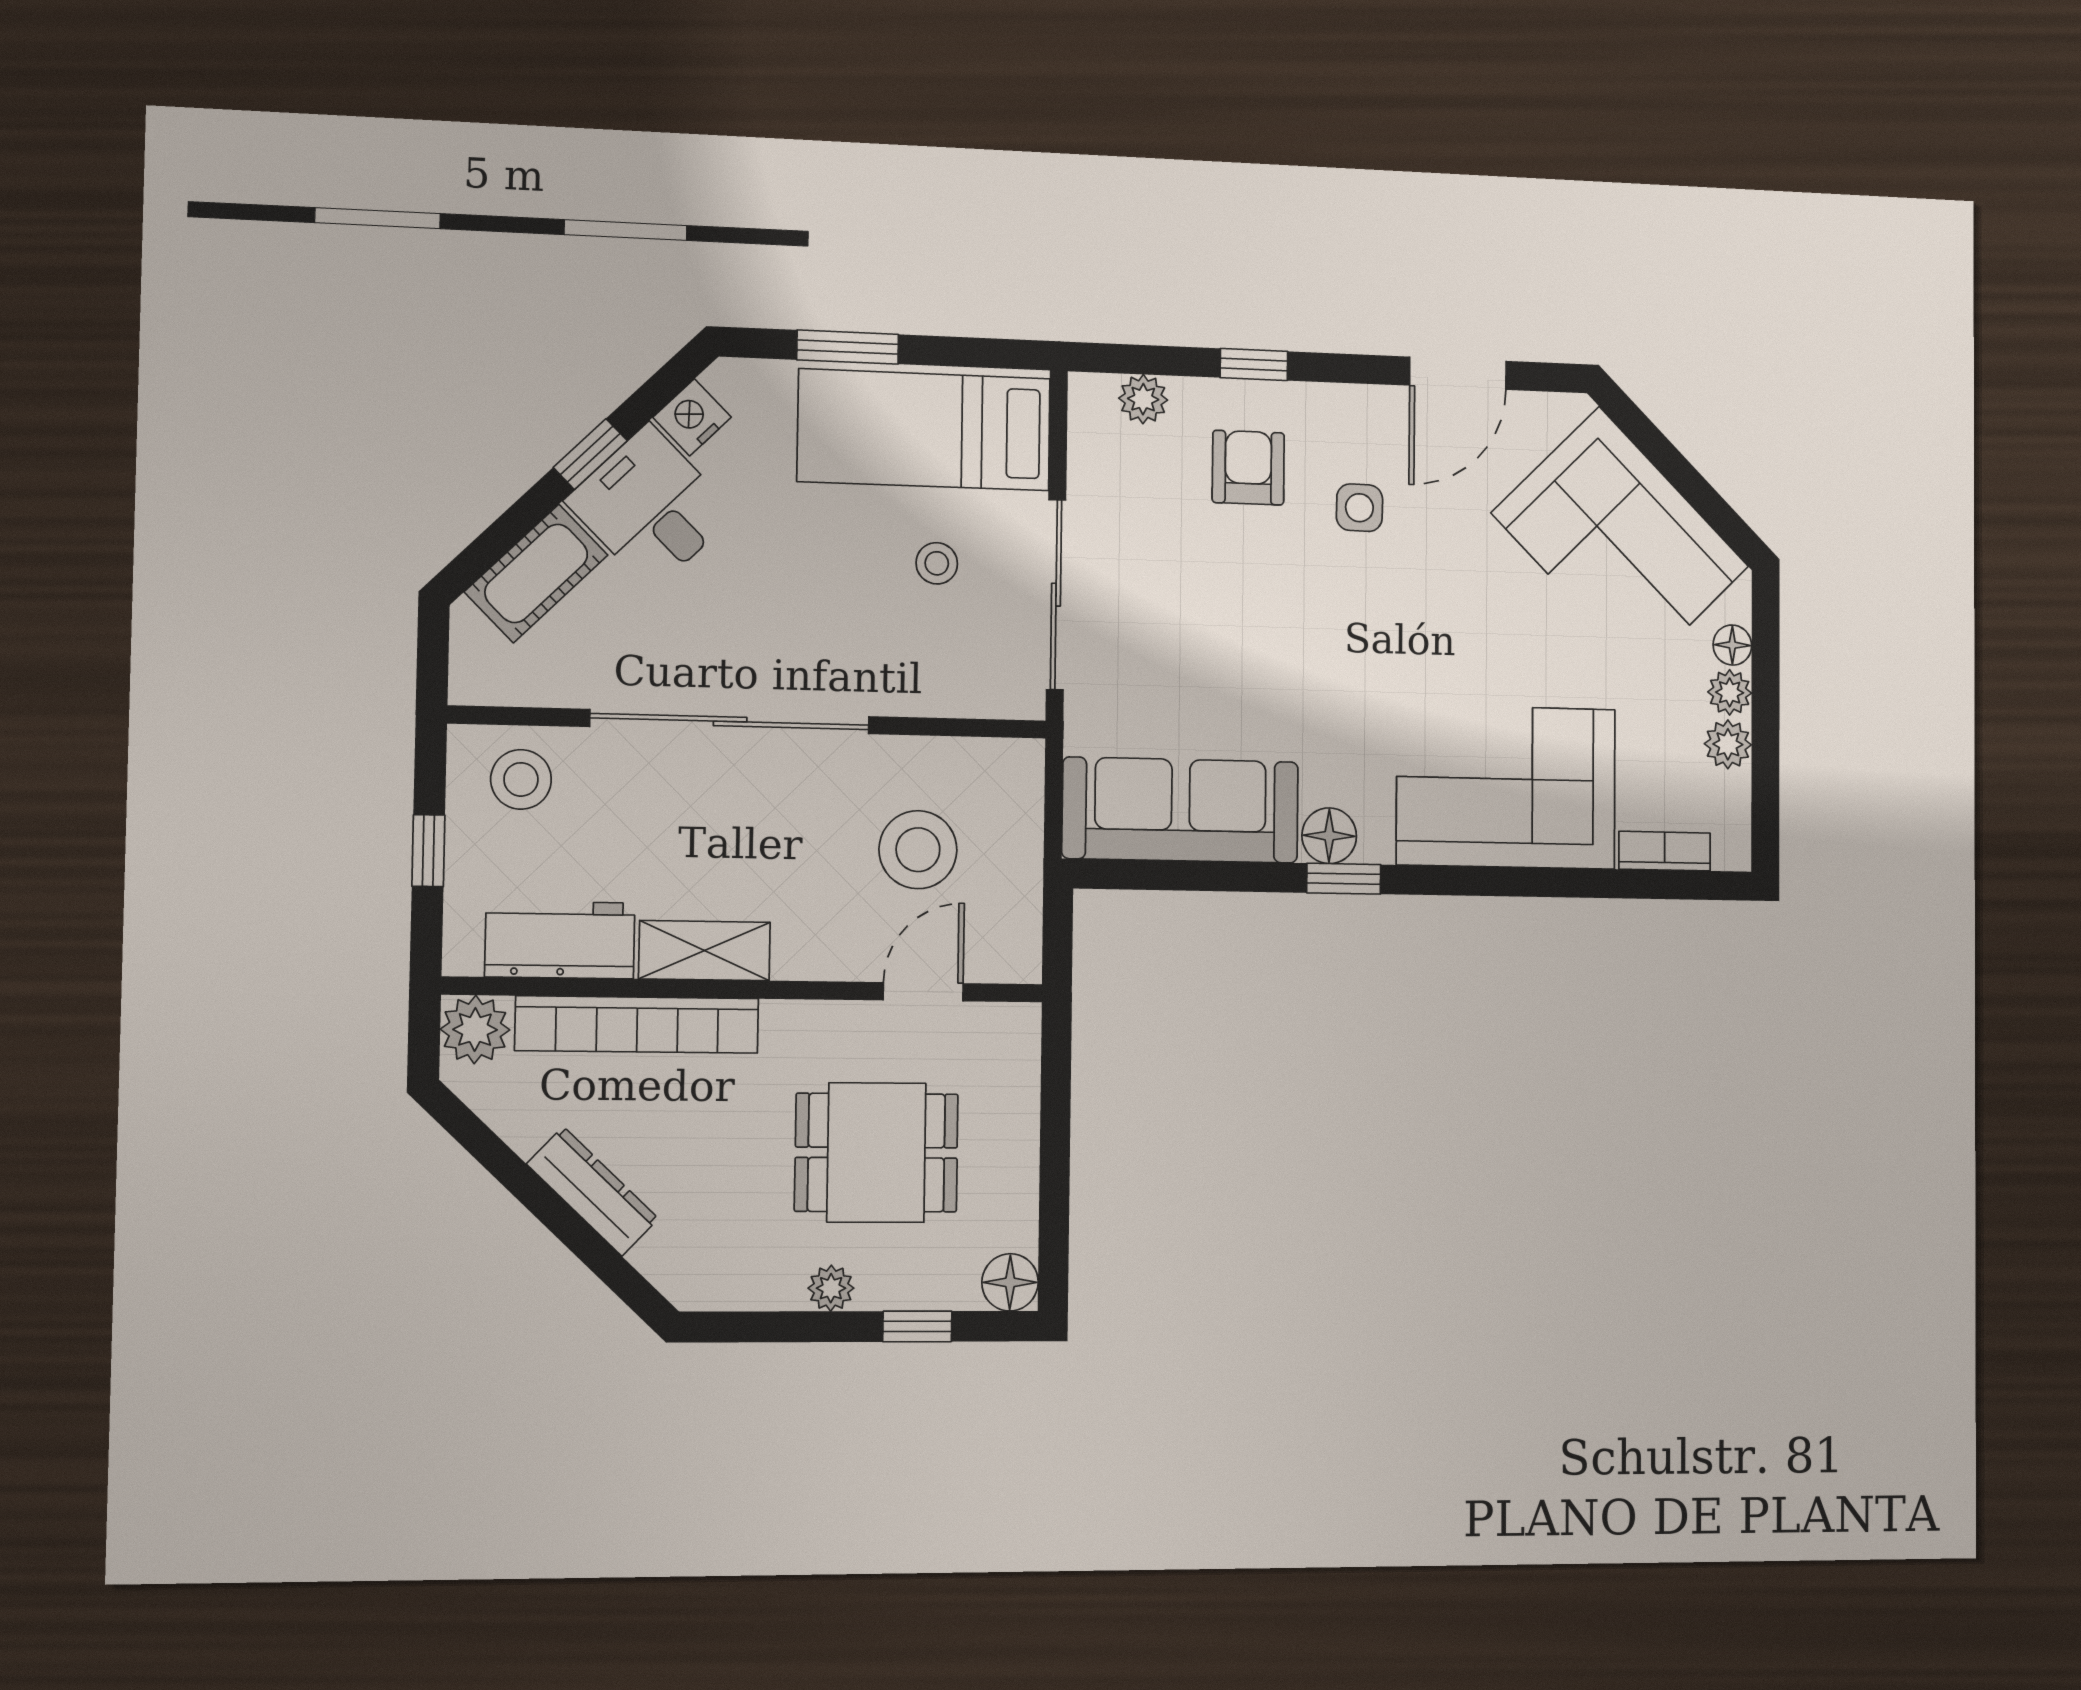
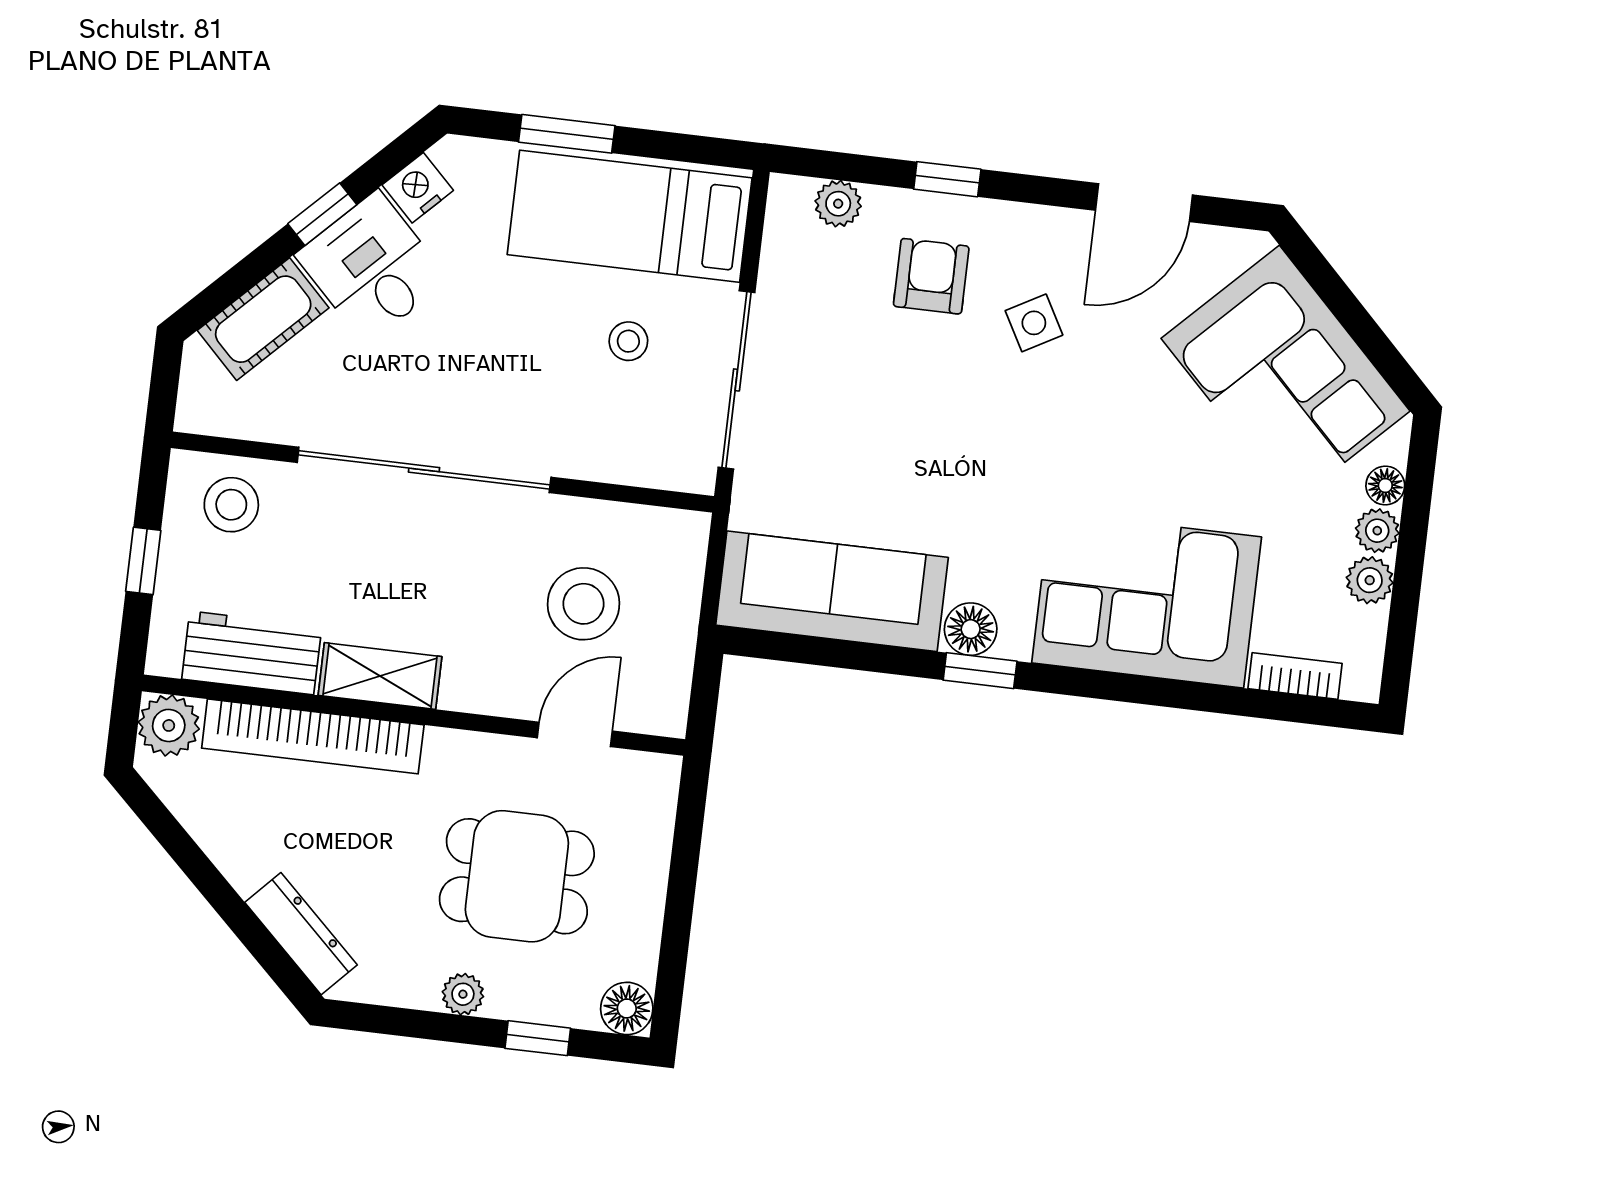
side table: (1359, 508) -> (1034, 323), turned -30
dresser: (593, 1191) -> (301, 934), moved

